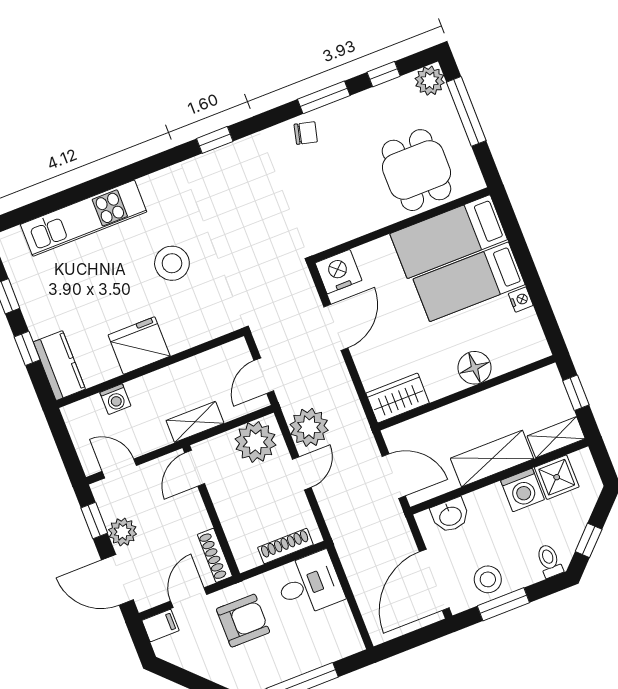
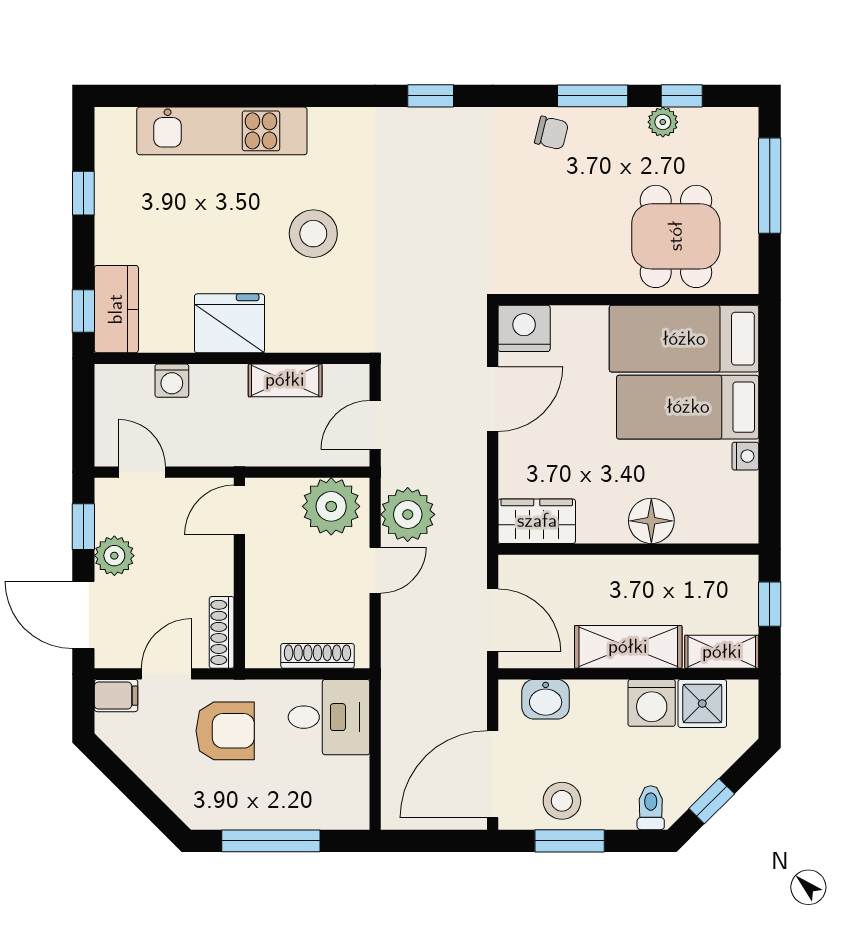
plant: (430, 81) -> (663, 122), moved, width x0.73, depth x0.73
window: (27, 348) -> (83, 311), moved
shelving: (195, 422) -> (285, 380), moved

